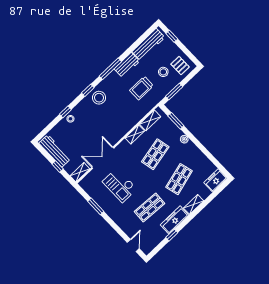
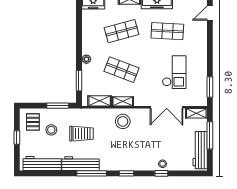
window: (172, 36) -> (17, 138), moved
workbench: (127, 65) -> (80, 164), width x1.38
stool: (99, 98) -> (123, 121), moved
shop shelf: (155, 154) -> (122, 70), turned 33
window: (58, 167) -> (210, 135), width x2.17
window: (96, 206) -> (210, 87), moved

